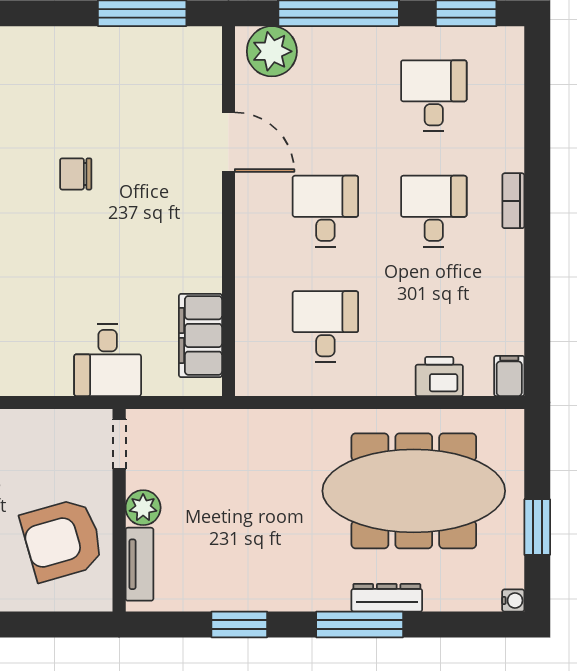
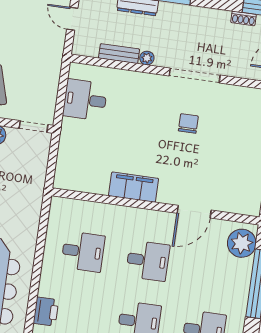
filing cabinet: (200, 335) -> (134, 187), moved
desk: (108, 360) -> (85, 100), moved

